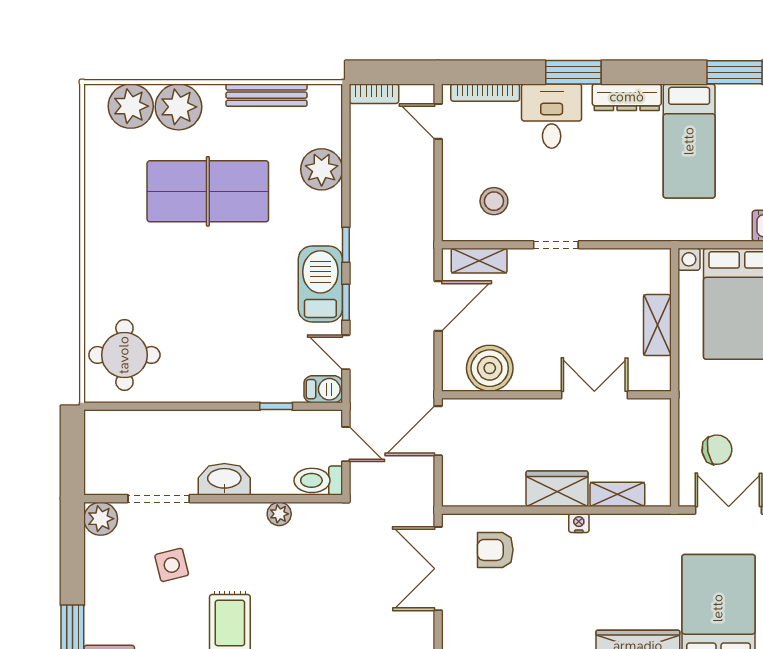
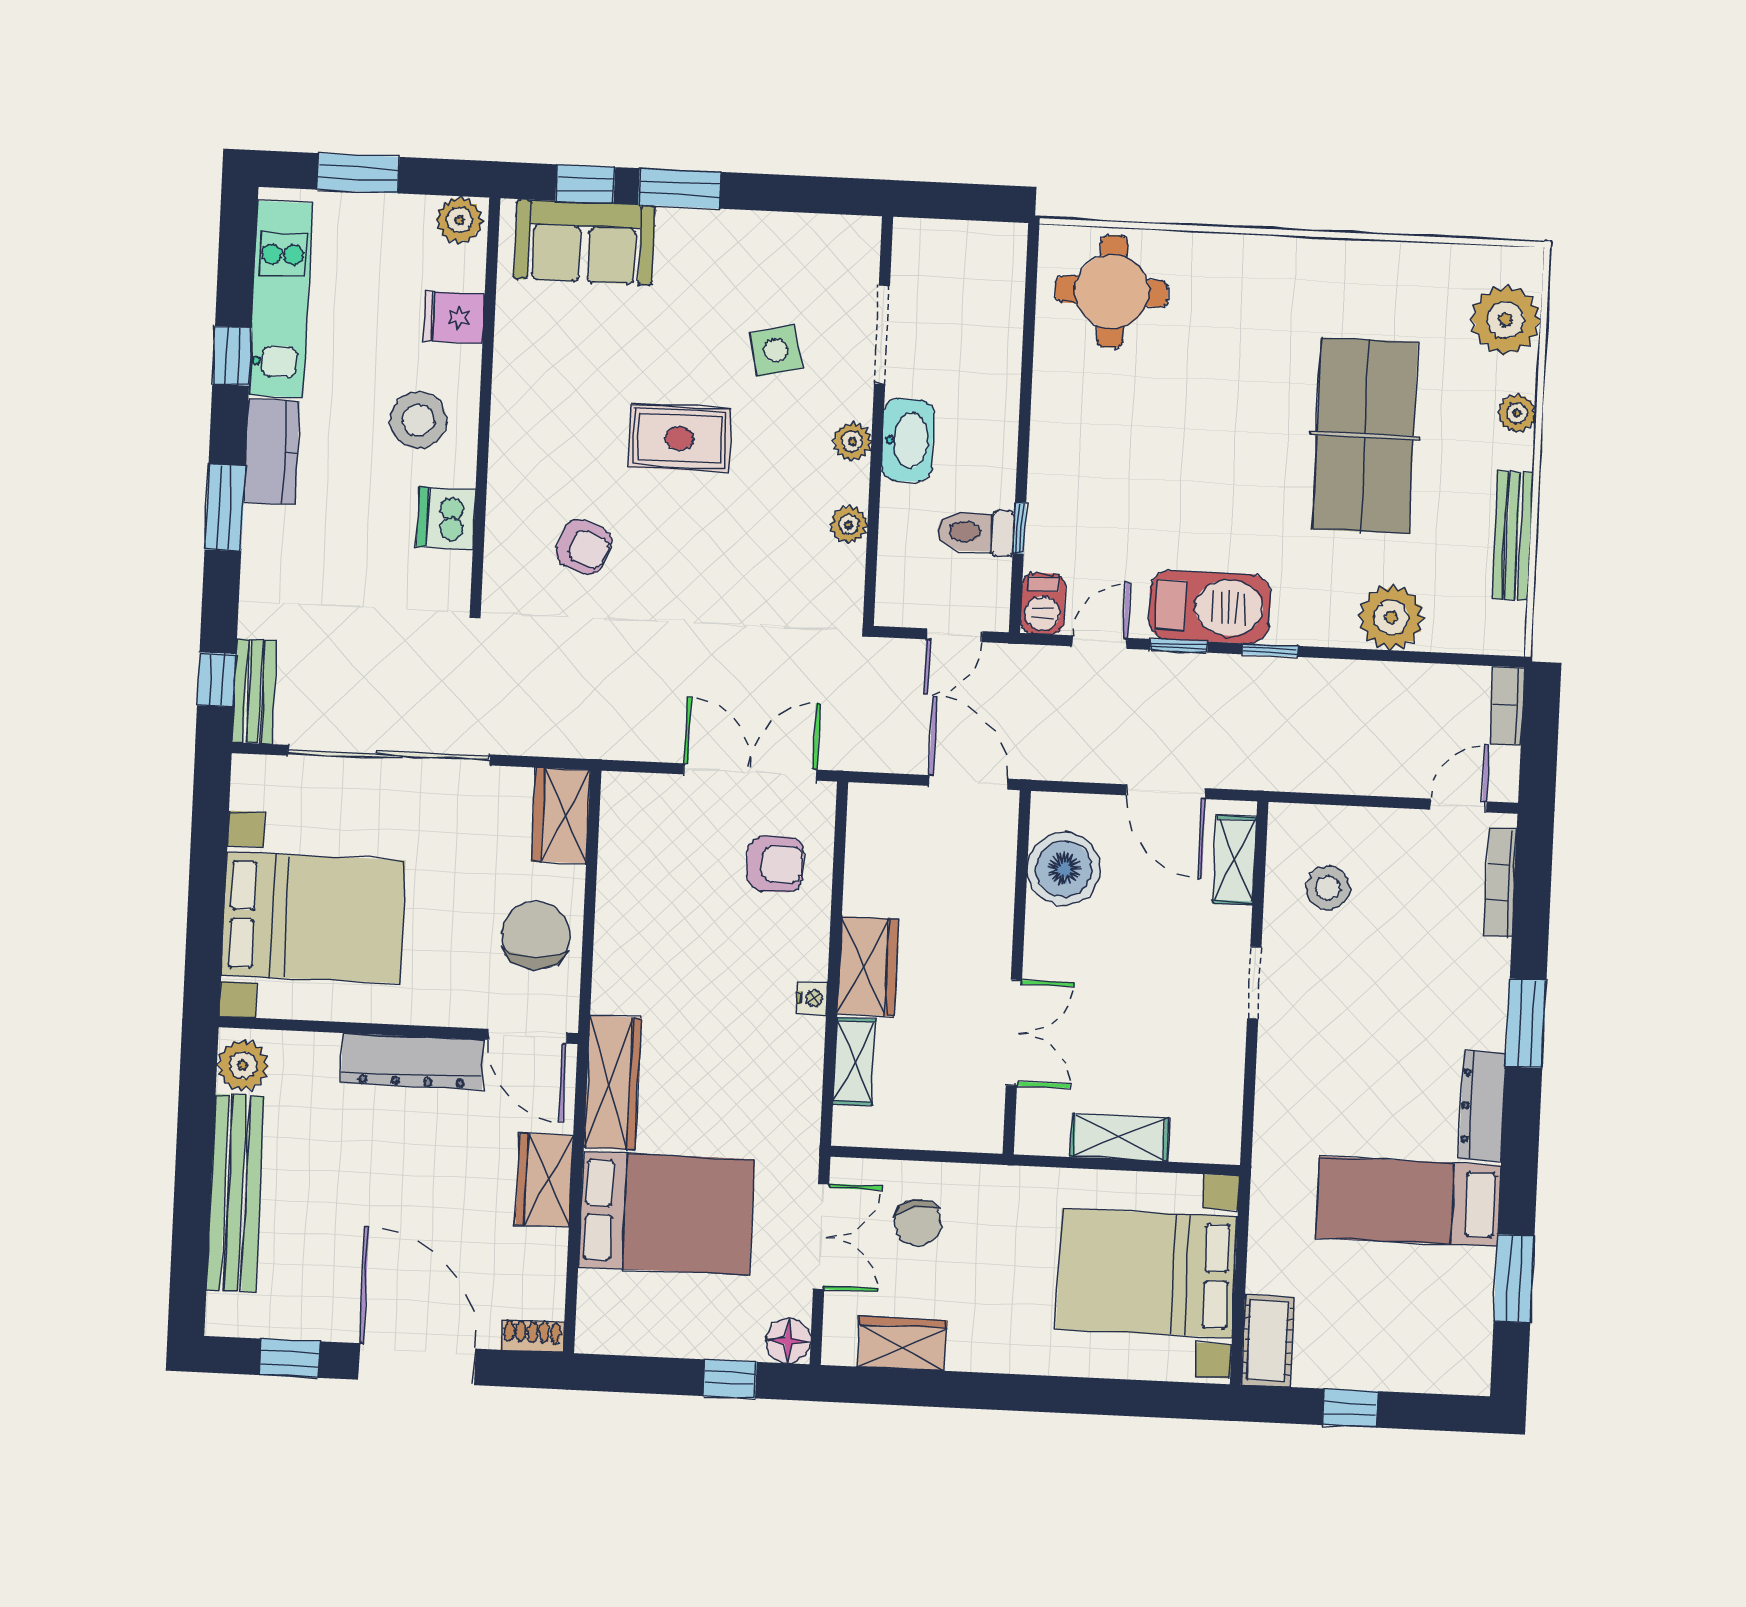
plant: (178, 107) -> (1517, 413), width x0.53, depth x0.53
desk: (552, 116) -> (1458, 986), removed
toilet: (318, 480) -> (975, 532), moved, turned -90
plant: (101, 519) -> (852, 442), moved, width x0.73, depth x0.73
armchair: (495, 550) -> (775, 864), turned 90

